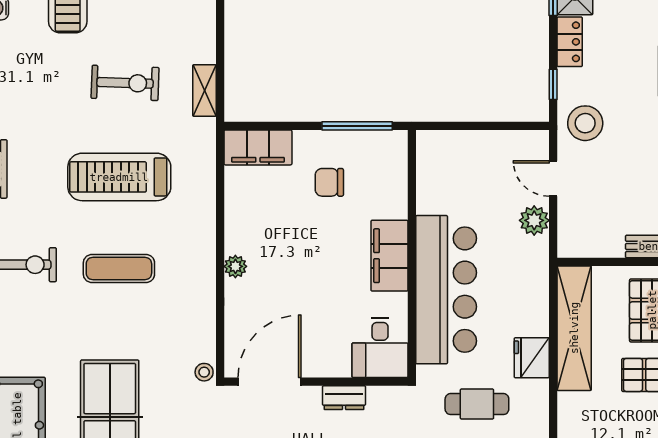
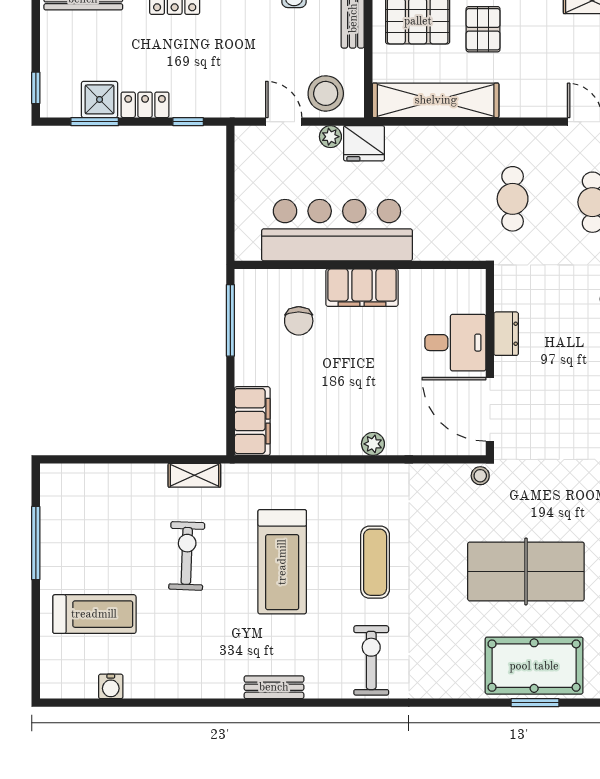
stool: (585, 123) -> (326, 93), moved
door: (553, 179) -> (284, 122), swing flipped
chair: (329, 182) -> (299, 321), moved
plant: (534, 220) -> (330, 137), width x0.73, depth x0.73
bar counter: (446, 290) -> (337, 230), moved
desk: (380, 348) -> (455, 343), moved
fridge: (532, 358) -> (364, 143), moved

